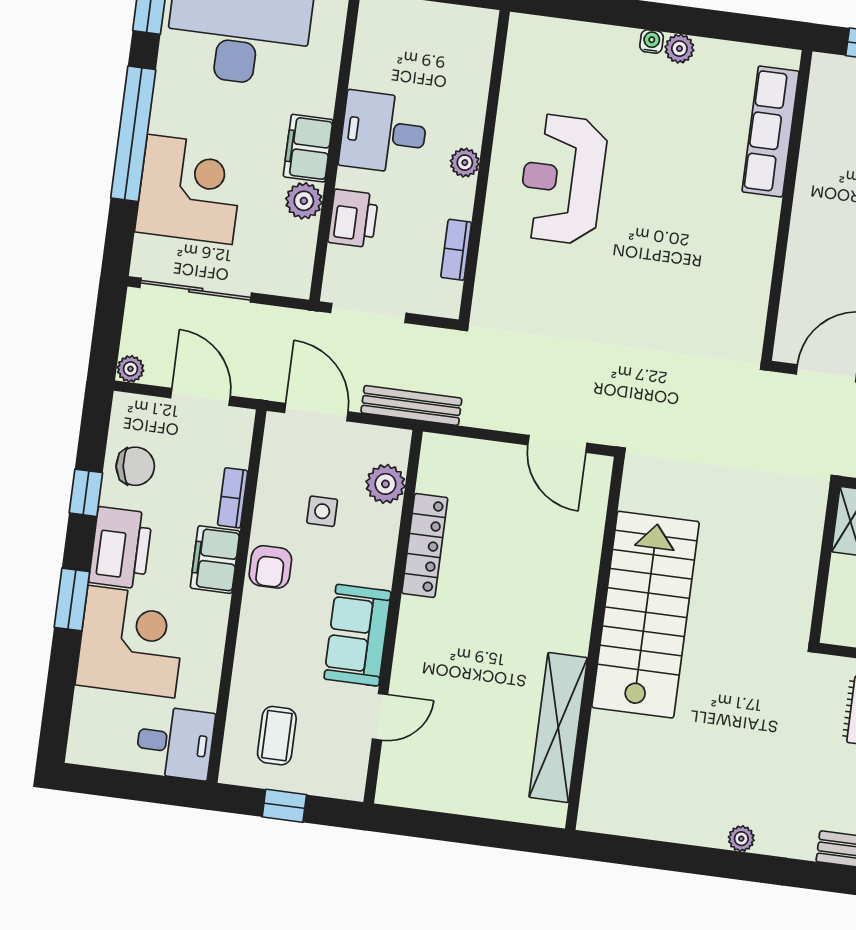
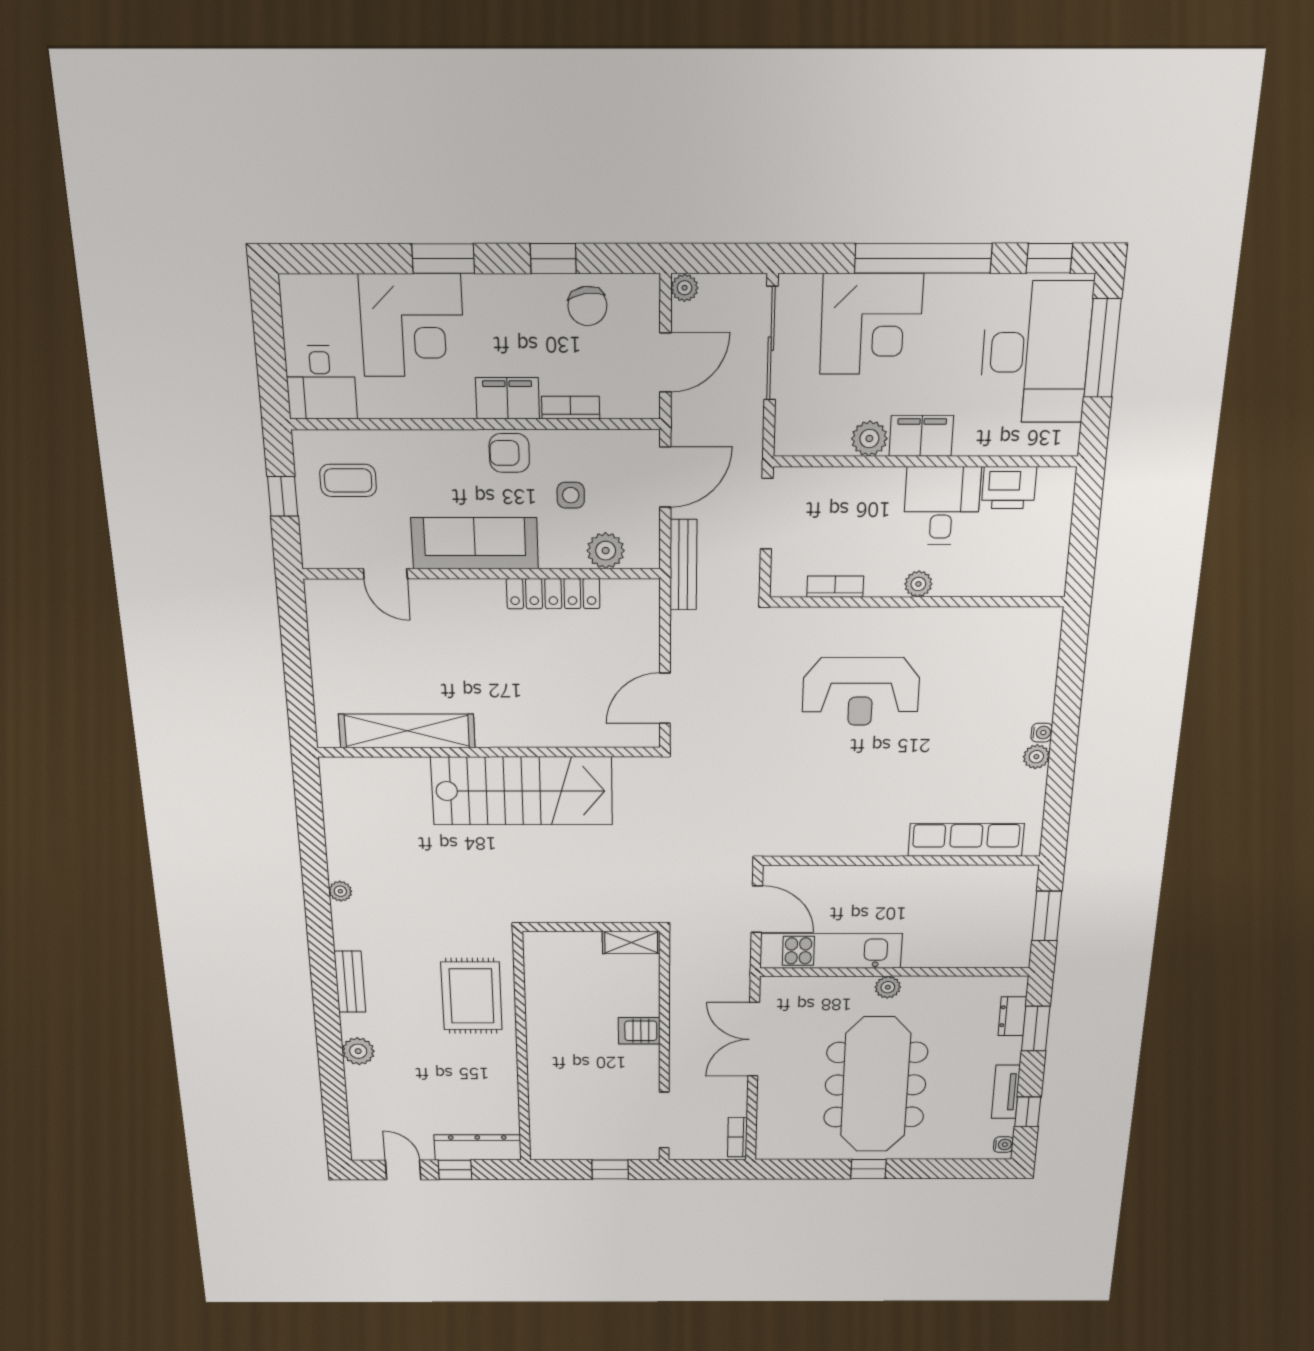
reception desk: (562, 179) -> (861, 691), moved, turned 180
printer: (353, 218) -> (1009, 488), moved
printer: (121, 548) -> (503, 302), removed
sofa: (357, 635) -> (475, 543), width x1.36

